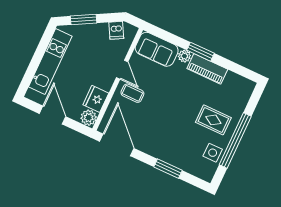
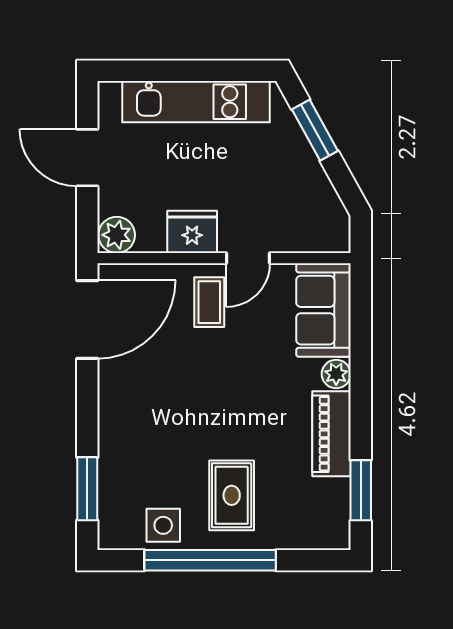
dishwasher: (116, 30) -> (324, 208), removed
window: (201, 52) -> (361, 490), moved
fridge: (96, 99) -> (192, 232), moved
door: (52, 115) -> (87, 158), swing flipped
window: (168, 169) -> (87, 489), moved

